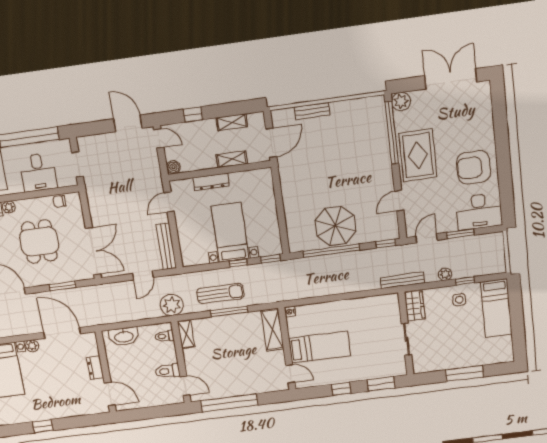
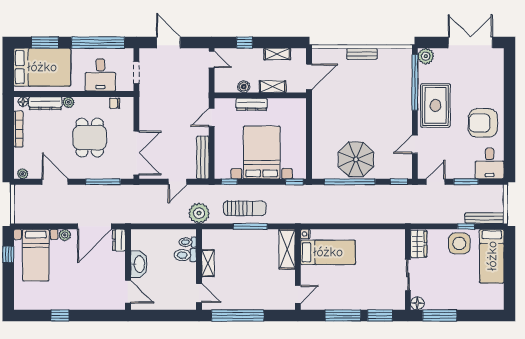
bench: (312, 111) -> (362, 54), moved
door: (128, 123) -> (168, 43), moved
boiler: (173, 167) -> (244, 87), moved
desk: (479, 211) -> (490, 163), width x0.73
bed with nightstands: (230, 232) -> (262, 153), width x1.36
window: (238, 263) -> (229, 182), moved
plant: (445, 274) -> (449, 218), removed
bench: (402, 280) -> (485, 218), moved
window: (63, 286) -> (103, 182), width x1.44
side table: (459, 300) -> (459, 243), width x1.87, depth x1.87
door: (62, 333) -> (95, 226), swing flipped
shelving: (186, 334) -> (208, 263), moved
washbasin: (124, 336) -> (139, 264), moved, turned -90
bed: (320, 347) -> (328, 252), moved
floor lamp: (420, 367) -> (417, 303), added
dresser: (95, 368) -> (119, 240), moved
toilet: (168, 371) -> (185, 255), moved
window: (465, 373) -> (440, 315), moved
door: (290, 374) -> (298, 294), hinge flipped
window: (341, 389) -> (343, 315), width x2.17

